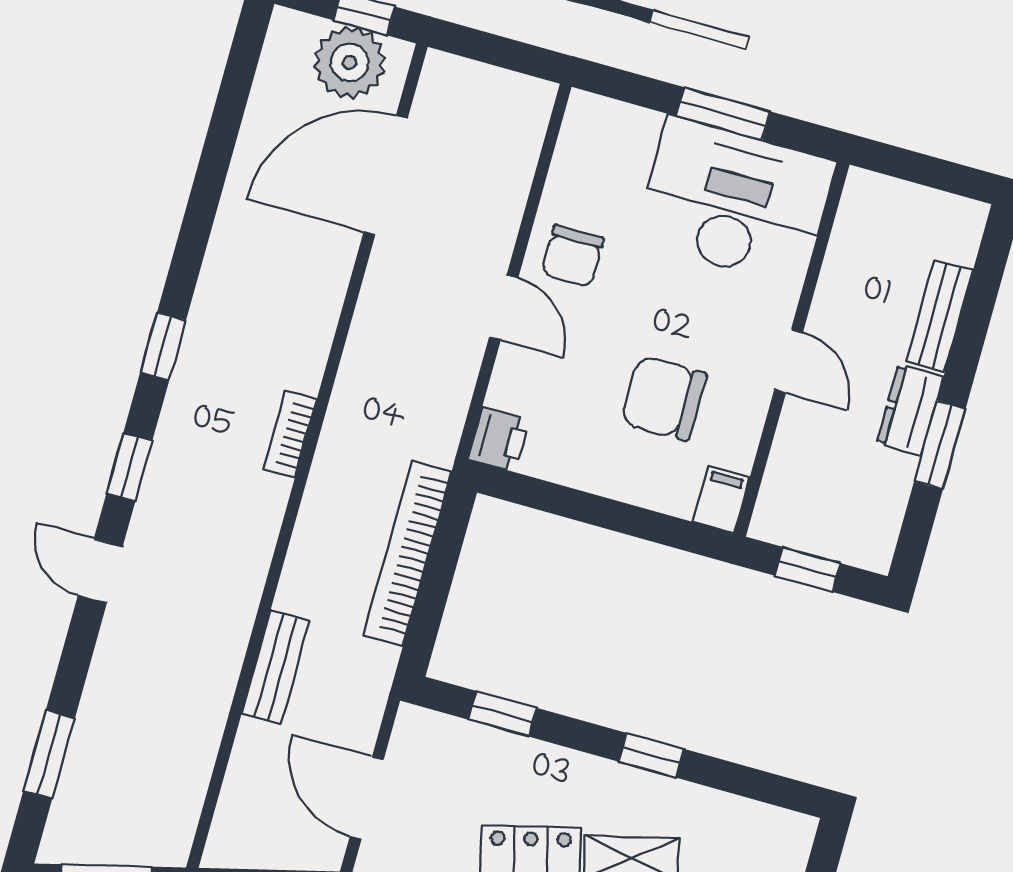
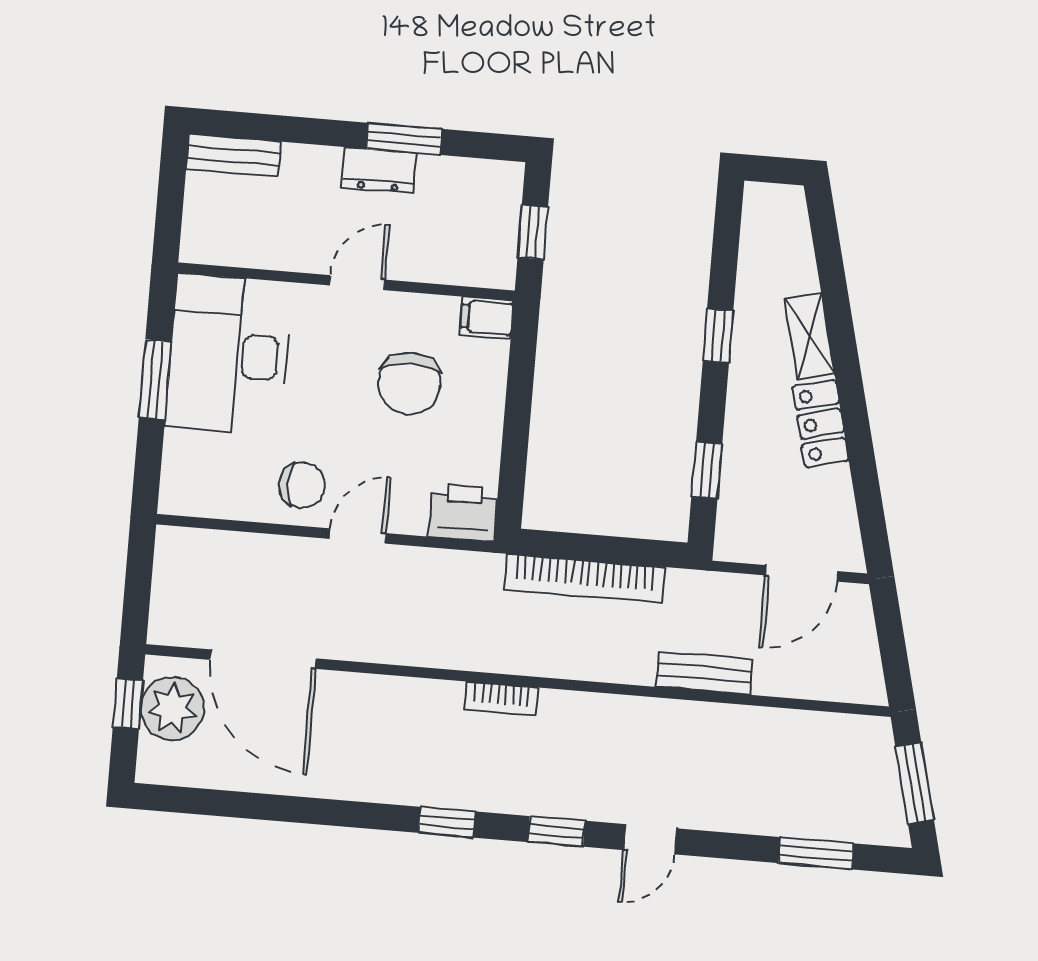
bench: (939, 316) -> (234, 155), moved
printer: (499, 439) -> (463, 513), width x1.36, depth x1.24

